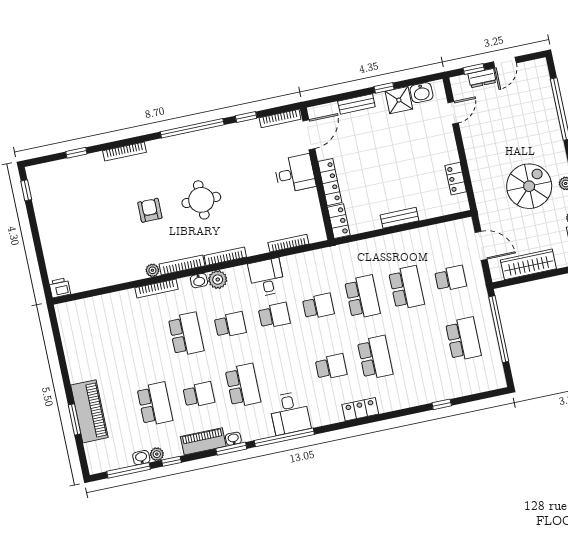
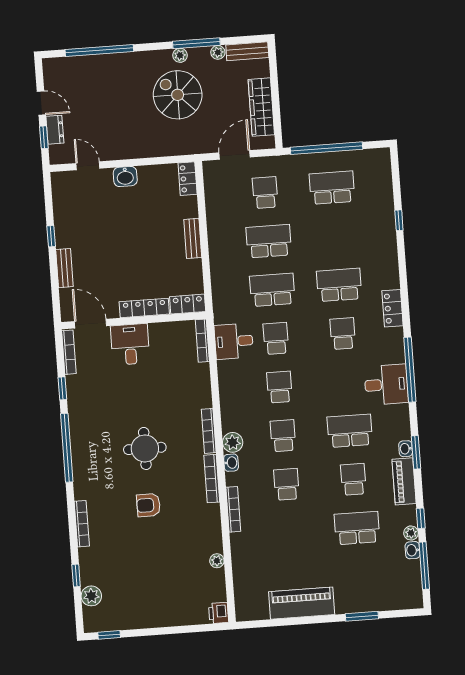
washbasin: (421, 93) -> (125, 176), moved, turned 90
shower: (399, 100) -> (66, 222), removed
plant: (60, 169) -> (91, 596), added
locker: (456, 179) -> (188, 179), moved, turned 90
bookcase: (288, 243) -> (202, 341), moved
plant: (152, 270) -> (217, 561), moved
desk: (267, 277) -> (234, 341), moved
school desk: (186, 334) -> (287, 484), width x0.54
piano: (89, 411) -> (302, 603), moved
window: (284, 437) -> (410, 370), moved

